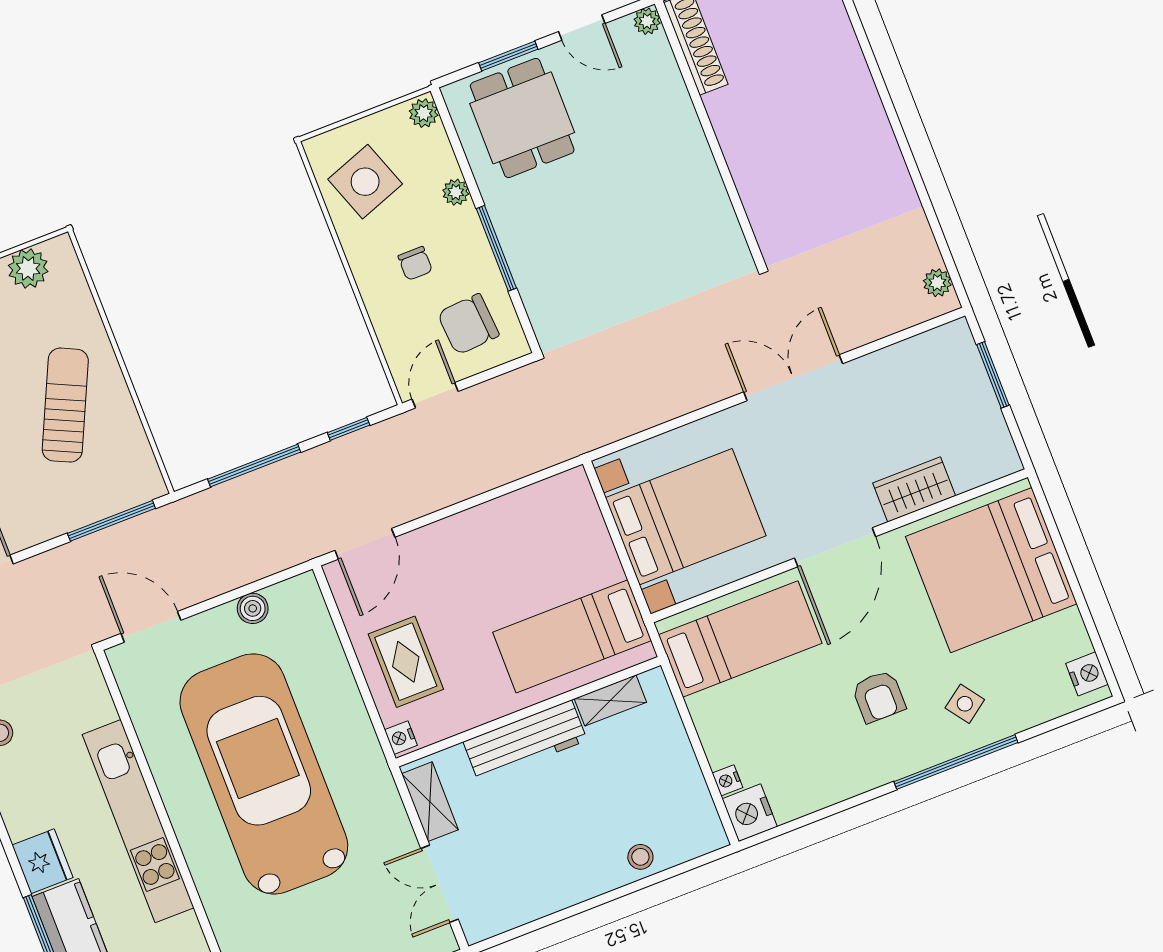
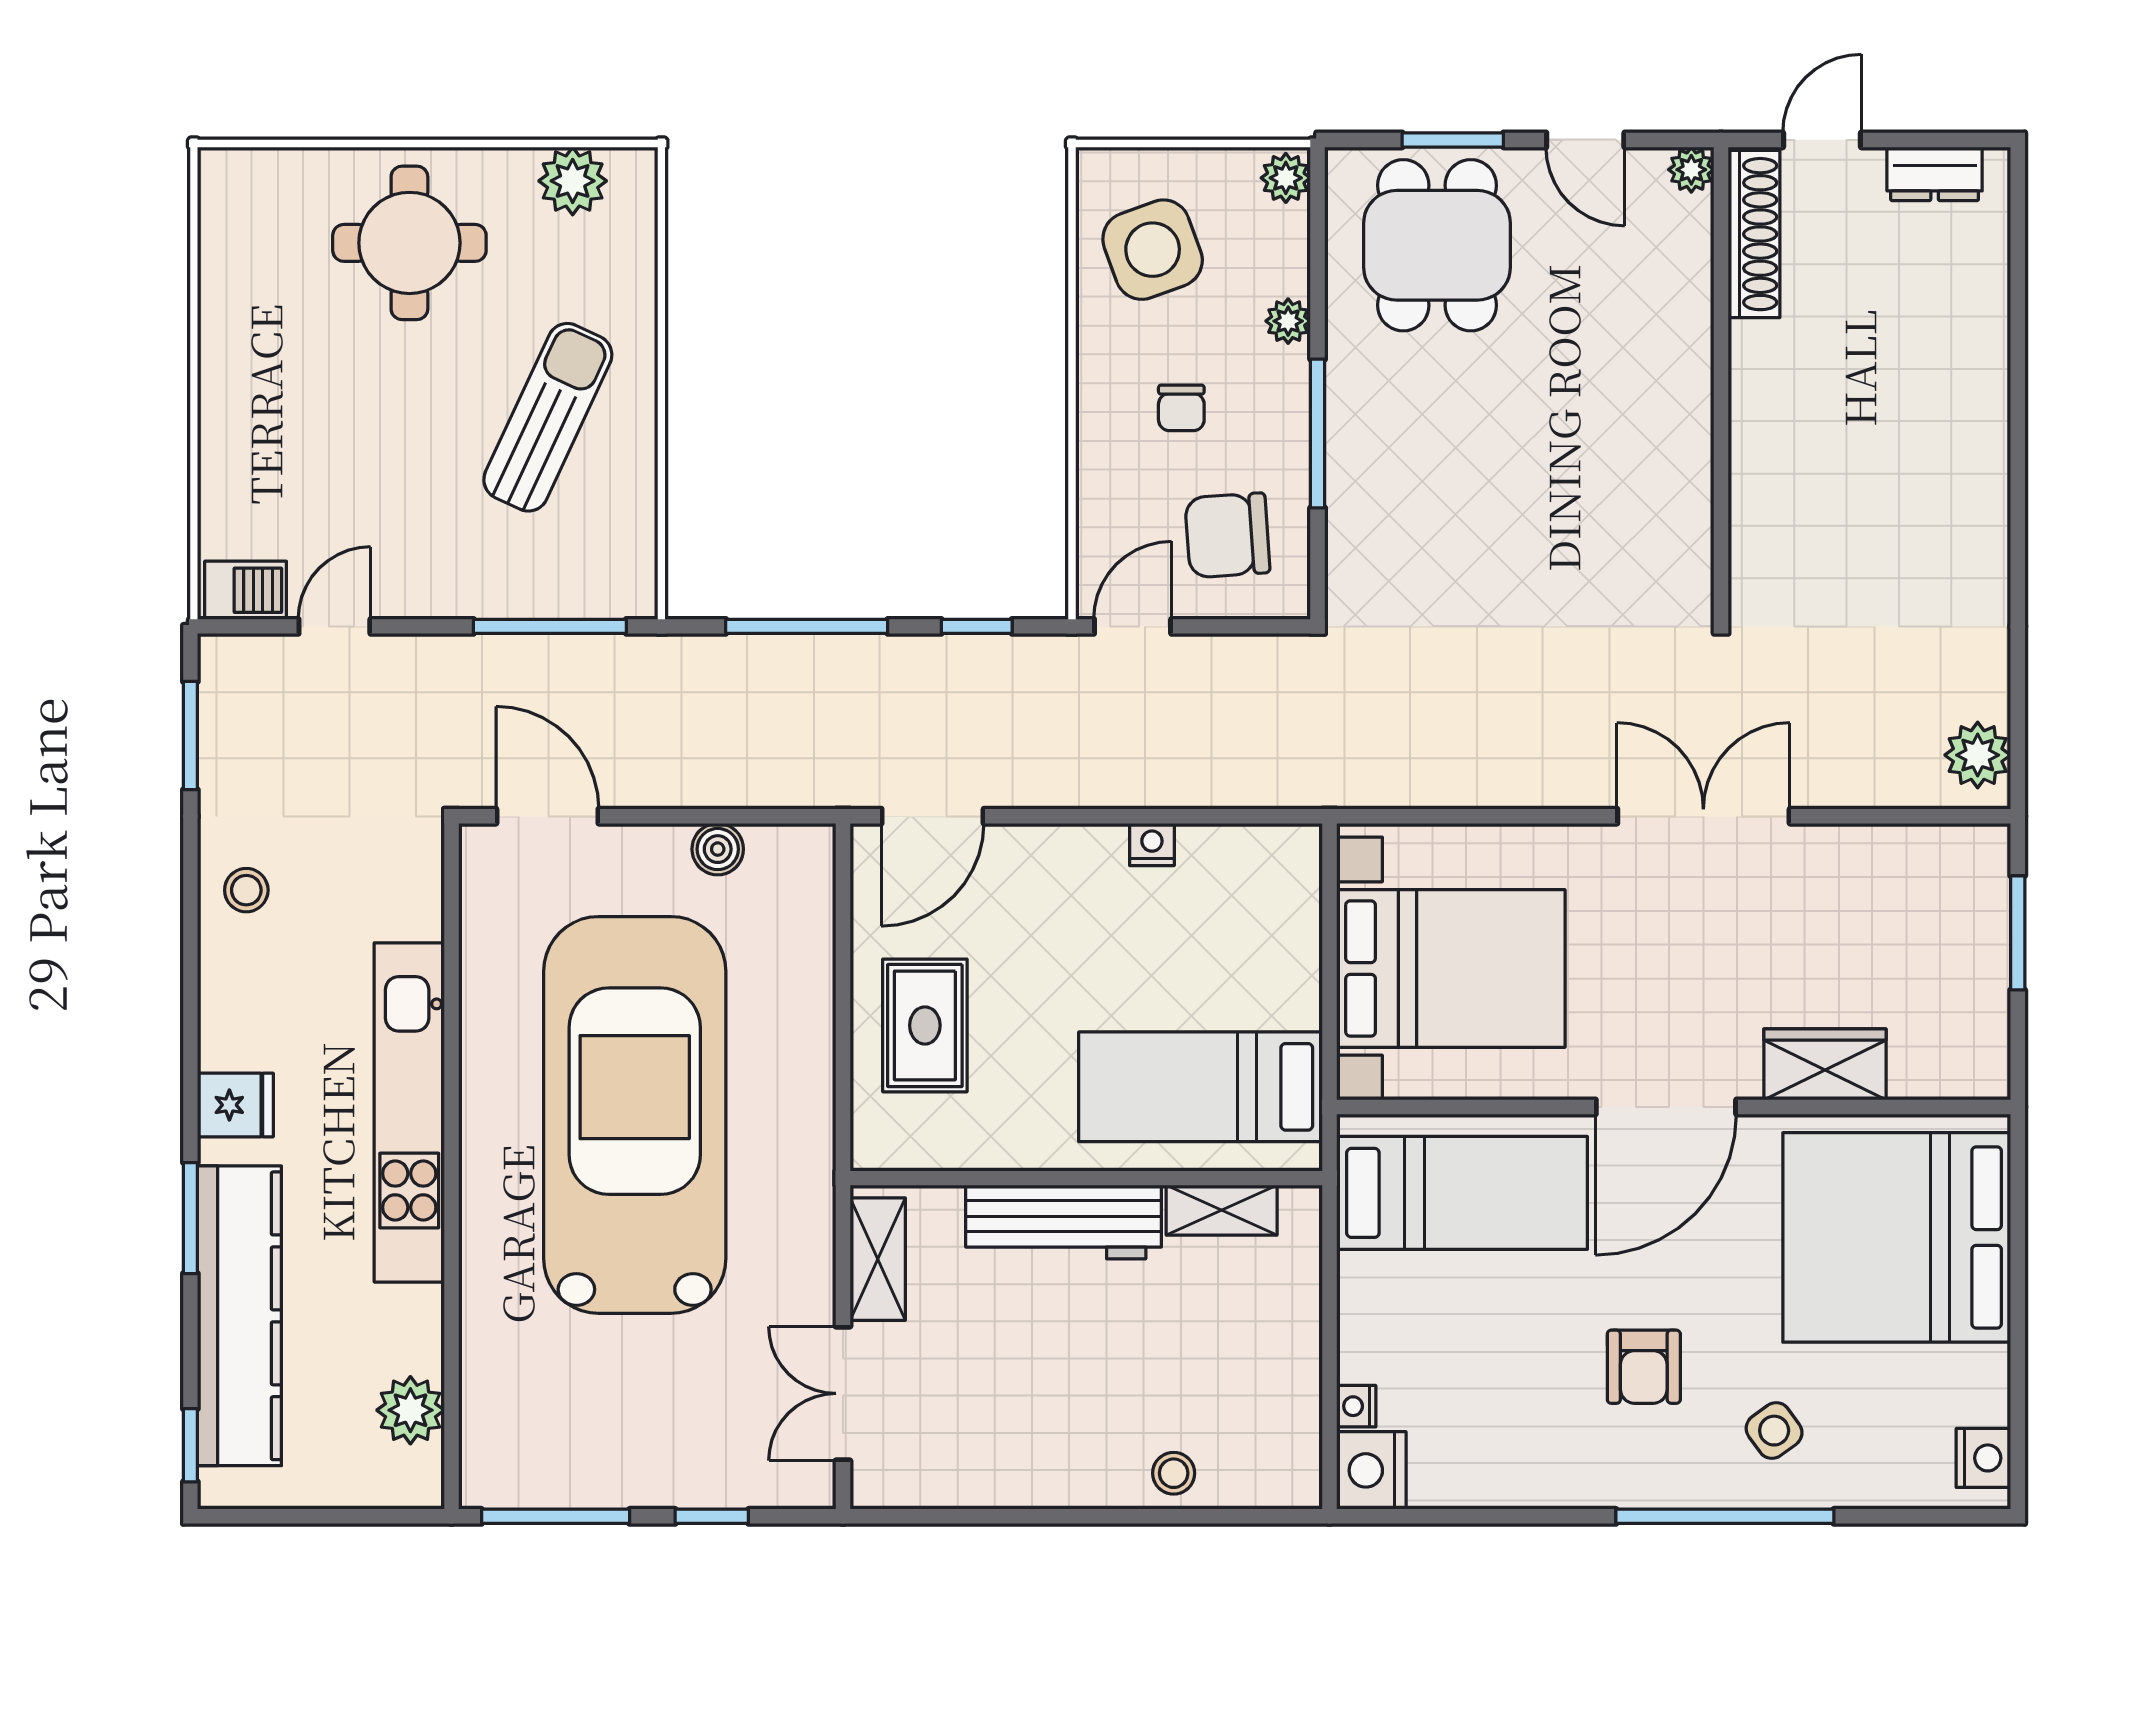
plant: (937, 283) -> (1978, 755), width x1.38, depth x1.38
nightstand: (401, 738) -> (1152, 844), moved, turned 90
fridge: (43, 861) -> (235, 1105), width x0.72

